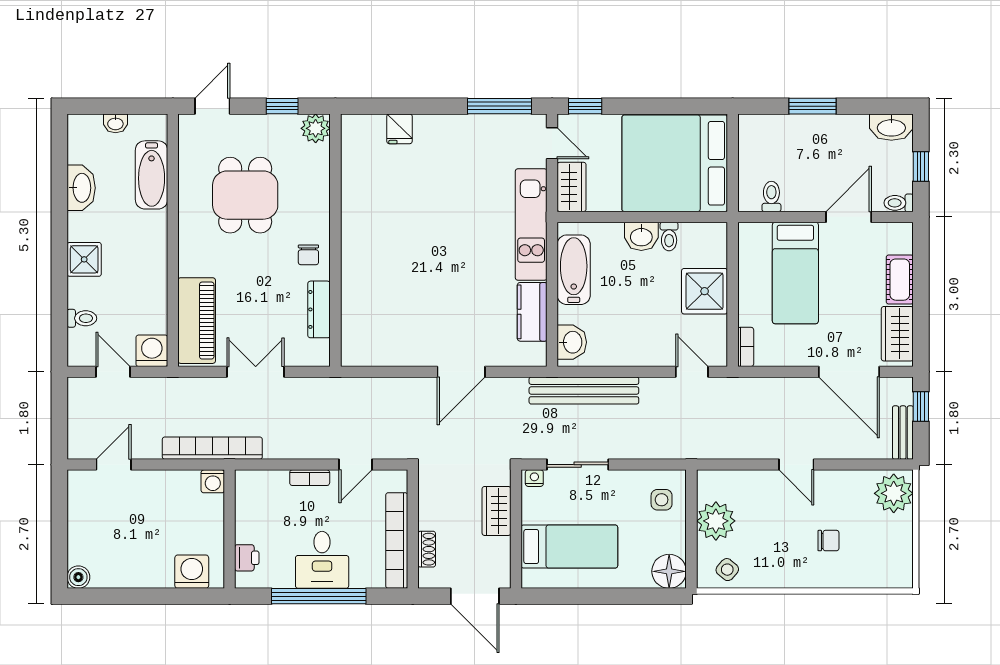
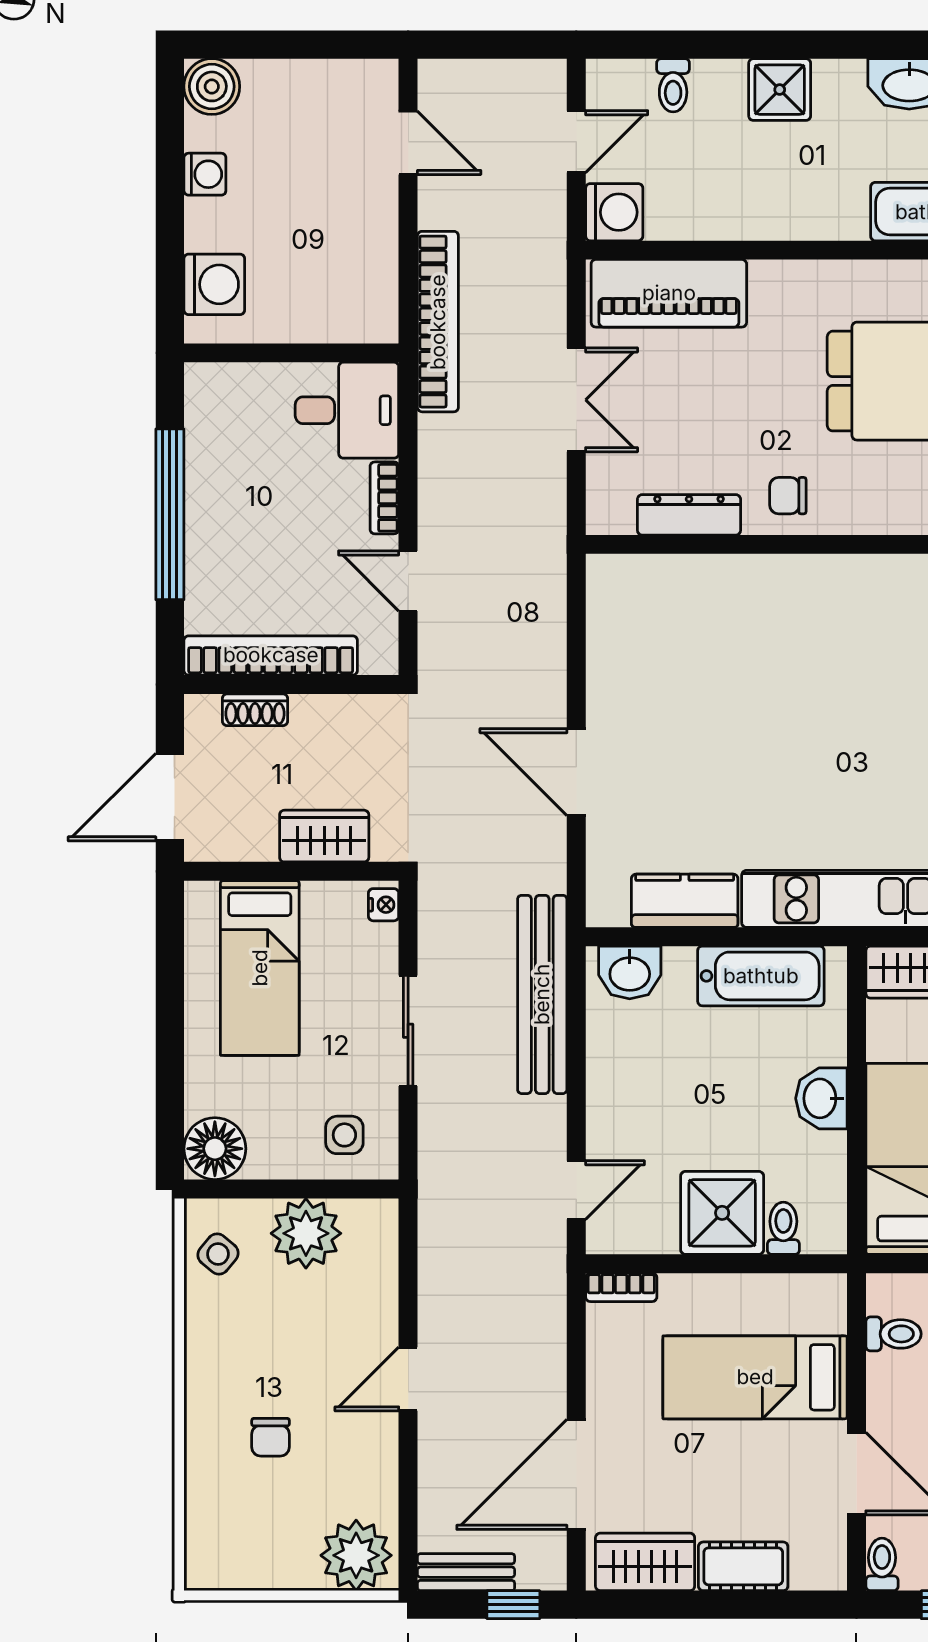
toilet: (669, 237) -> (783, 1228), moved, turned 90
sliding door: (578, 465) -> (408, 1031), moved
washing machine: (213, 481) -> (205, 174), moved, turned 180
printer: (247, 558) -> (239, 384), removed
desk: (322, 560) -> (347, 410), moved, turned 180
boiler: (78, 577) -> (212, 86), width x1.36, depth x1.36

